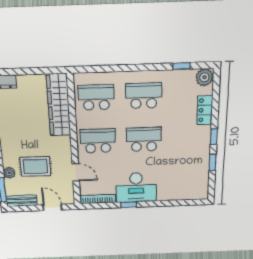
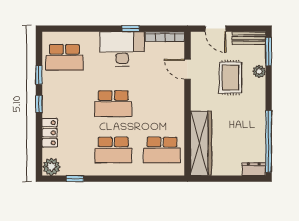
school desk: (98, 141) -> (64, 57), moved
rug: (35, 166) -> (230, 78), turned 90

